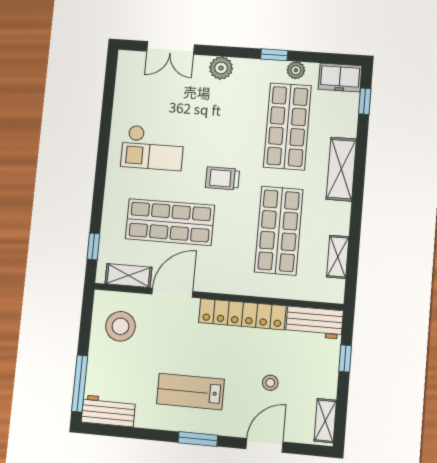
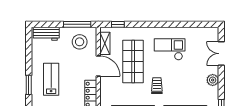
checkout: (153, 148) -> (170, 49), turned 90
window: (80, 384) -> (77, 24), moved
workbench: (108, 411) -> (46, 34), moved, turned 90

